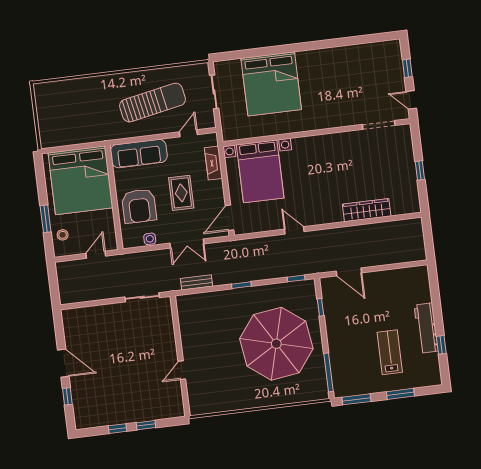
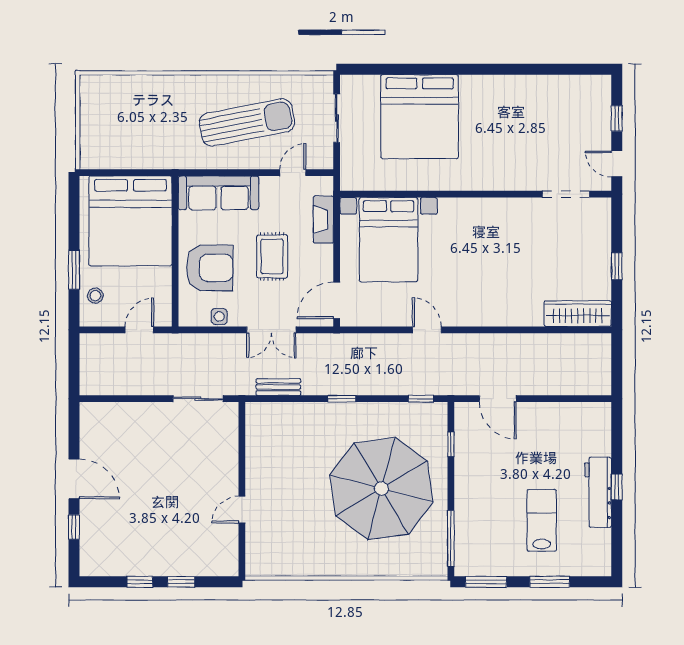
armchair: (139, 206) -> (210, 268), turned -90
wardrobe: (367, 210) -> (578, 314), moved
window: (441, 345) -> (617, 487), moved

